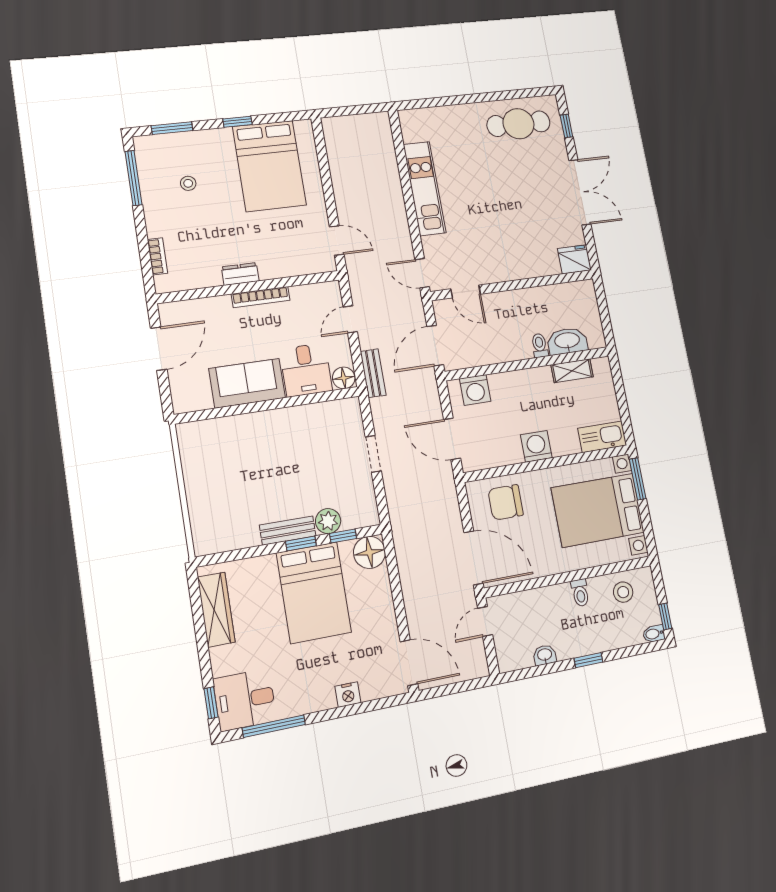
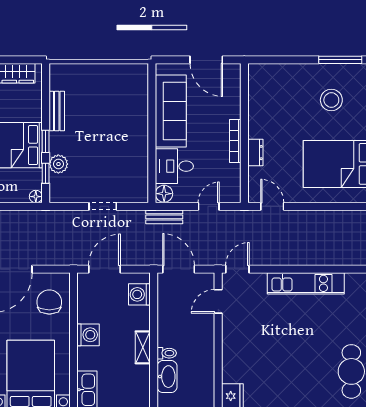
stool: (188, 183) -> (331, 100), width x1.89, depth x1.89
door: (337, 240) -> (272, 206), swing flipped
bookcase: (158, 256) -> (277, 69), removed
dresser: (240, 274) -> (255, 153), moved
door: (350, 319) -> (209, 206), hinge flipped
shelving: (572, 371) -> (143, 347), moved
sofa: (247, 383) -> (171, 111), width x1.36
bench: (288, 531) -> (57, 111), moved
floor lamp: (369, 552) -> (36, 197), width x0.53, depth x0.53

